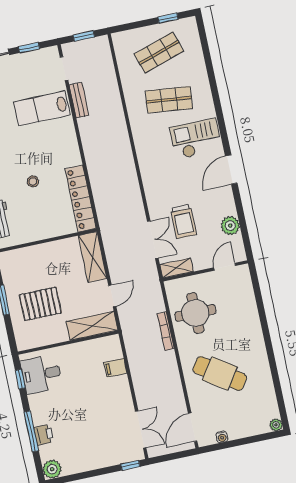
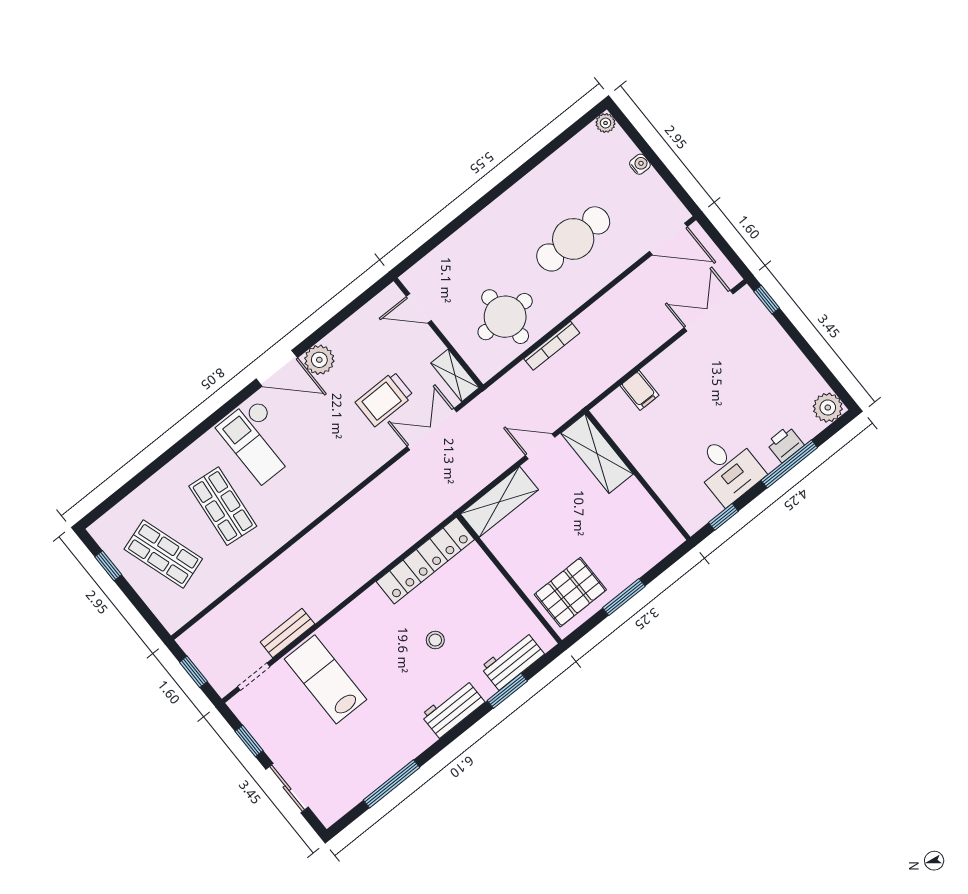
lab bench: (42, 108) -> (325, 679), turned 180
trolley: (183, 221) -> (384, 399), turned 180
plant: (230, 226) -> (319, 360), moved
pallet: (40, 304) -> (570, 592), moved, turned 90
desk: (41, 374) -> (728, 469), moved
cafe table: (220, 374) -> (573, 239), turned 56
water cooler: (222, 437) -> (640, 164), moved

